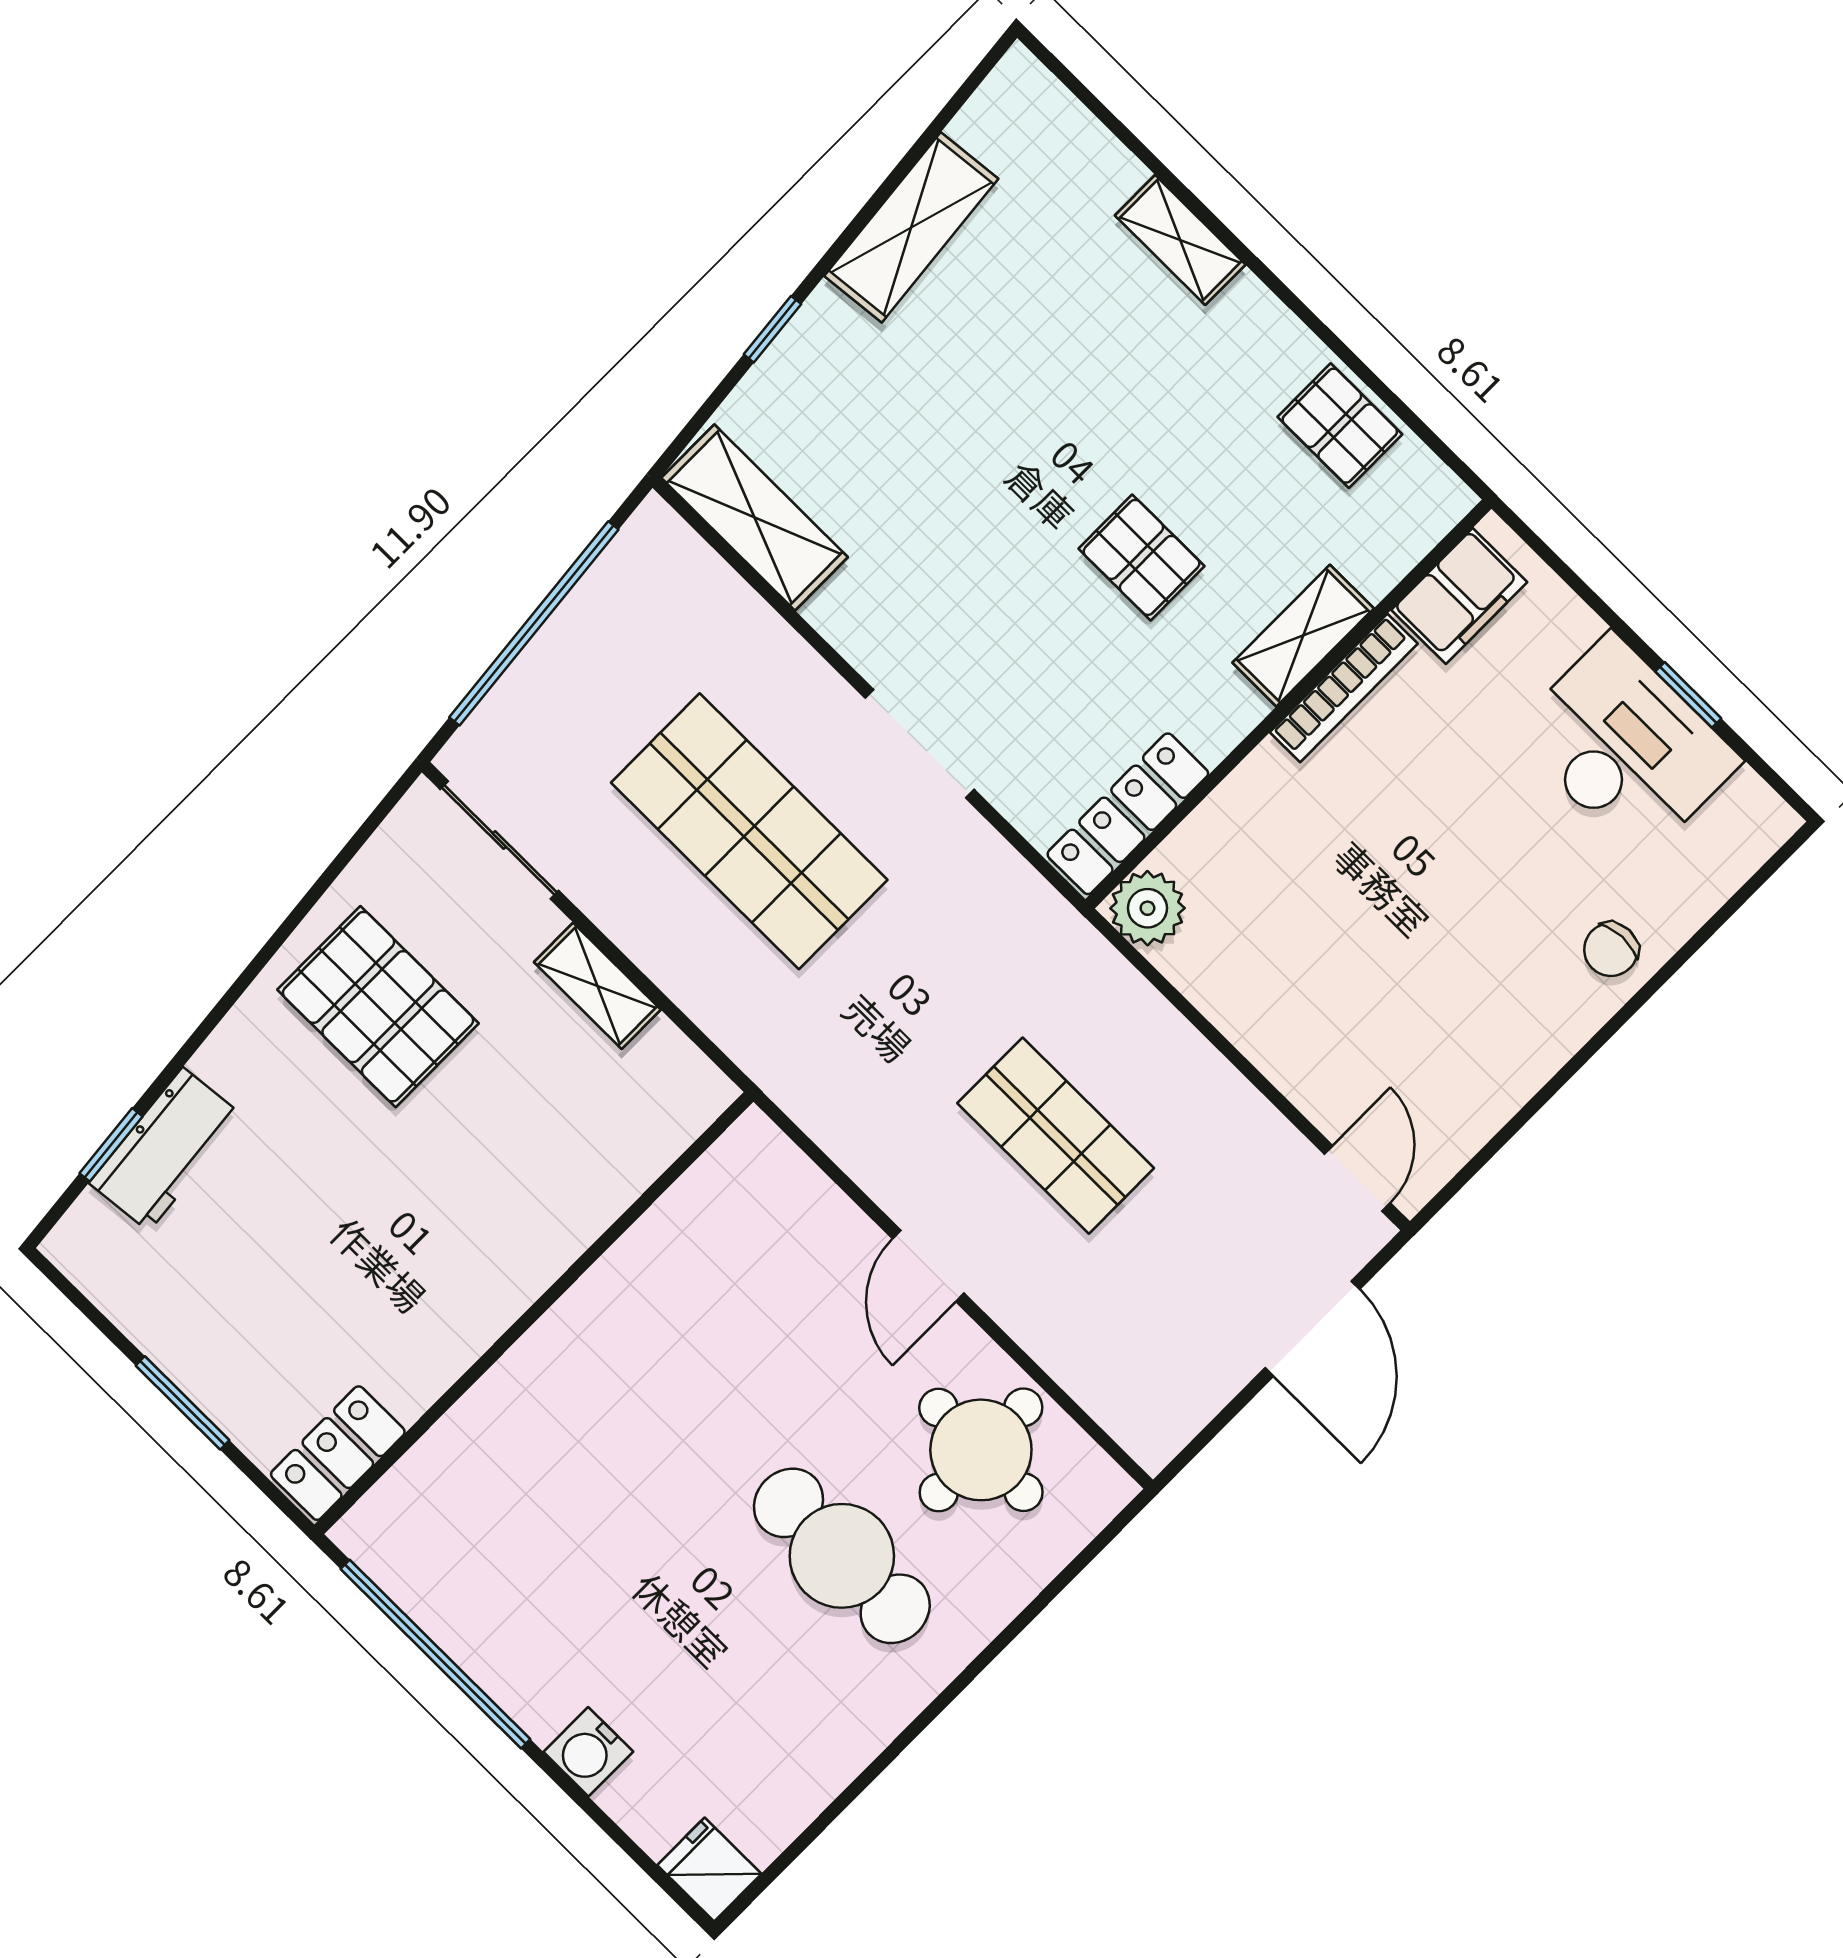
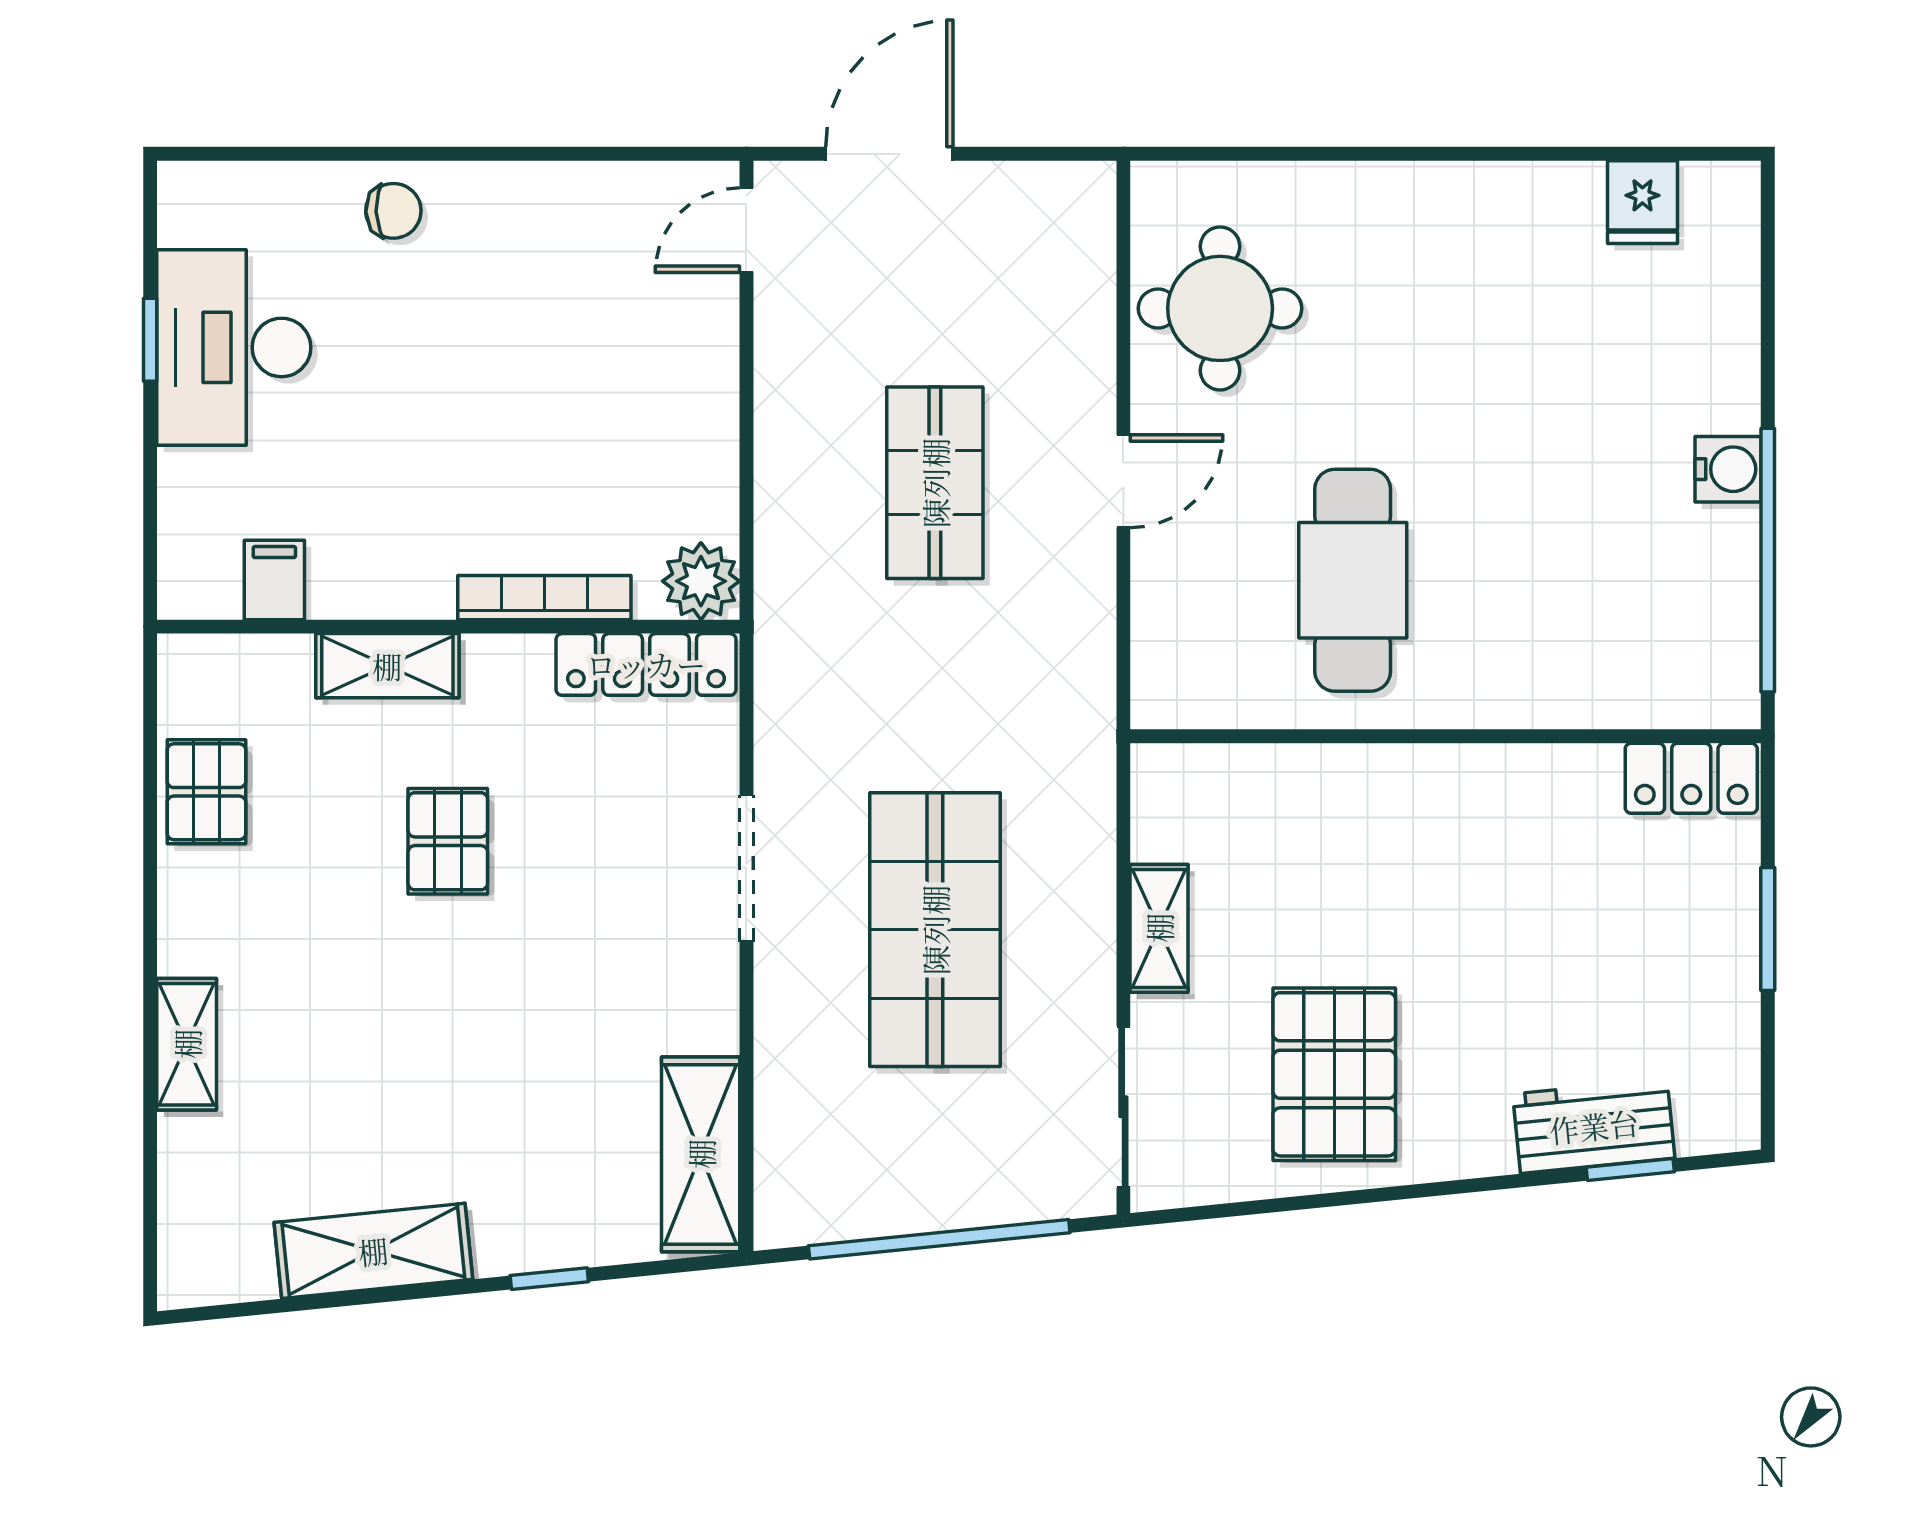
filing cabinet: (1459, 596) -> (274, 580), width x0.50
bookcase: (1344, 688) -> (544, 598), moved
cafe table: (842, 1556) -> (1353, 580), moved
water cooler: (588, 1752) -> (1728, 469), moved
fridge: (709, 1869) -> (1642, 202), moved

